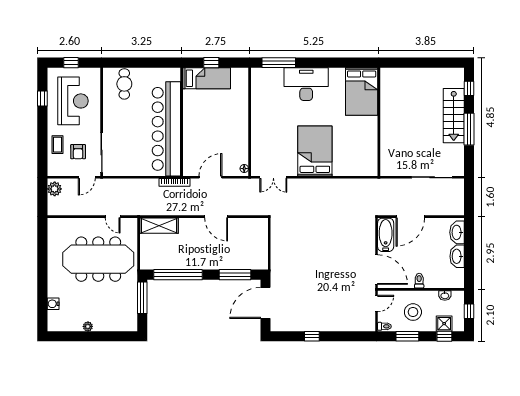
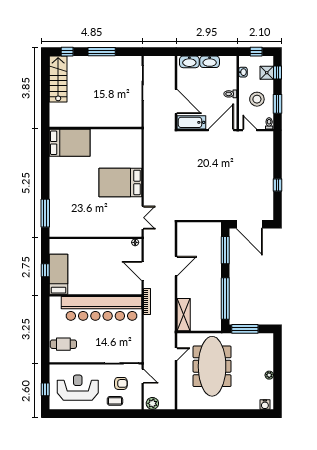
desk: (306, 84) -> (63, 190), removed
window: (42, 99) -> (76, 414), removed
stairs: (454, 116) -> (58, 79), moved, turned -90
water cooler: (53, 304) -> (265, 405), moved

